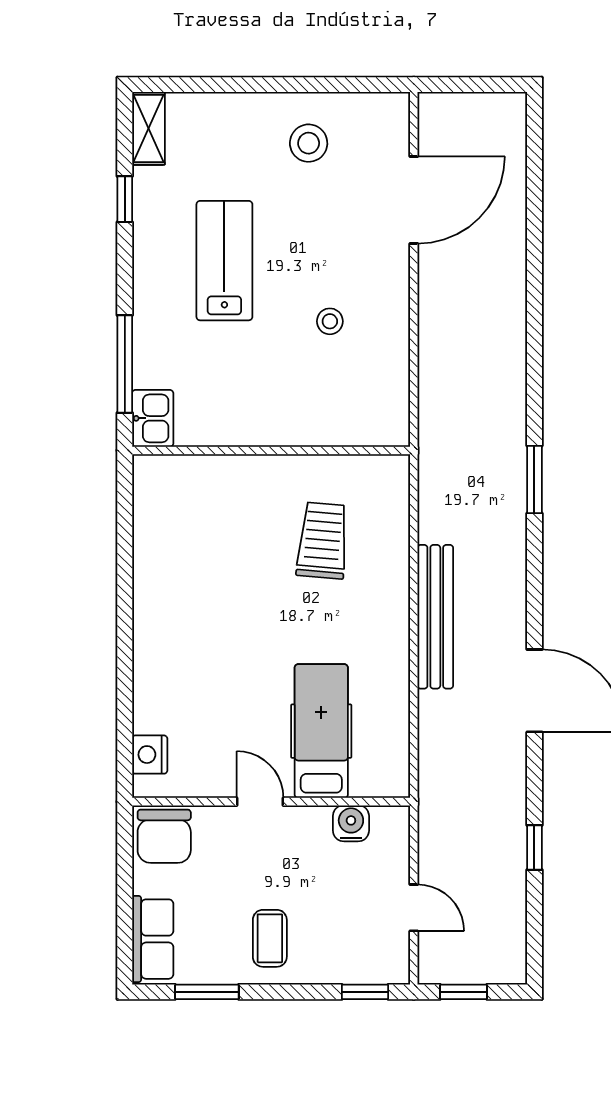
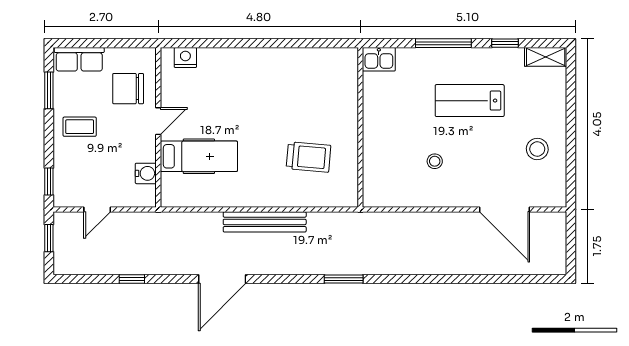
lab bench: (224, 261) -> (470, 101), turned 180
window: (125, 364) -> (443, 43), moved
chair: (164, 836) -> (128, 89), moved

